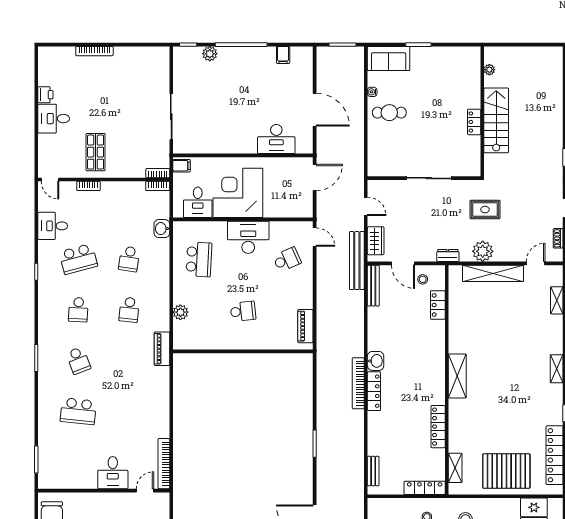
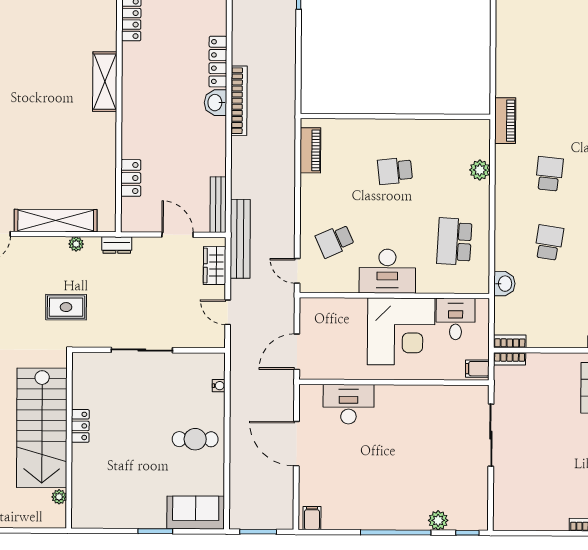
filing cabinet: (283, 55) -> (312, 518), moved
water cooler: (372, 92) -> (219, 386), moved
stairs: (496, 120) -> (42, 428), width x1.36, depth x1.51
plant: (483, 251) -> (76, 244), width x0.53, depth x0.53
stool: (423, 279) -> (151, 213), removed
bookcase: (358, 383) -> (239, 101), moved

